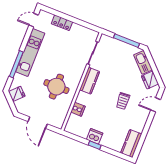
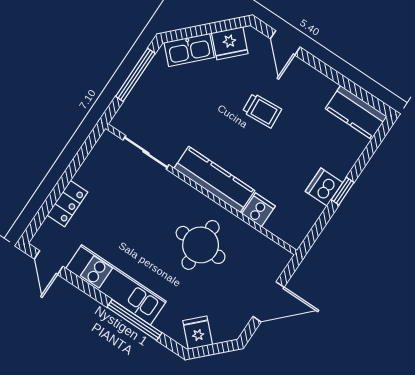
kitchen counter: (90, 81) -> (214, 179), width x1.50

